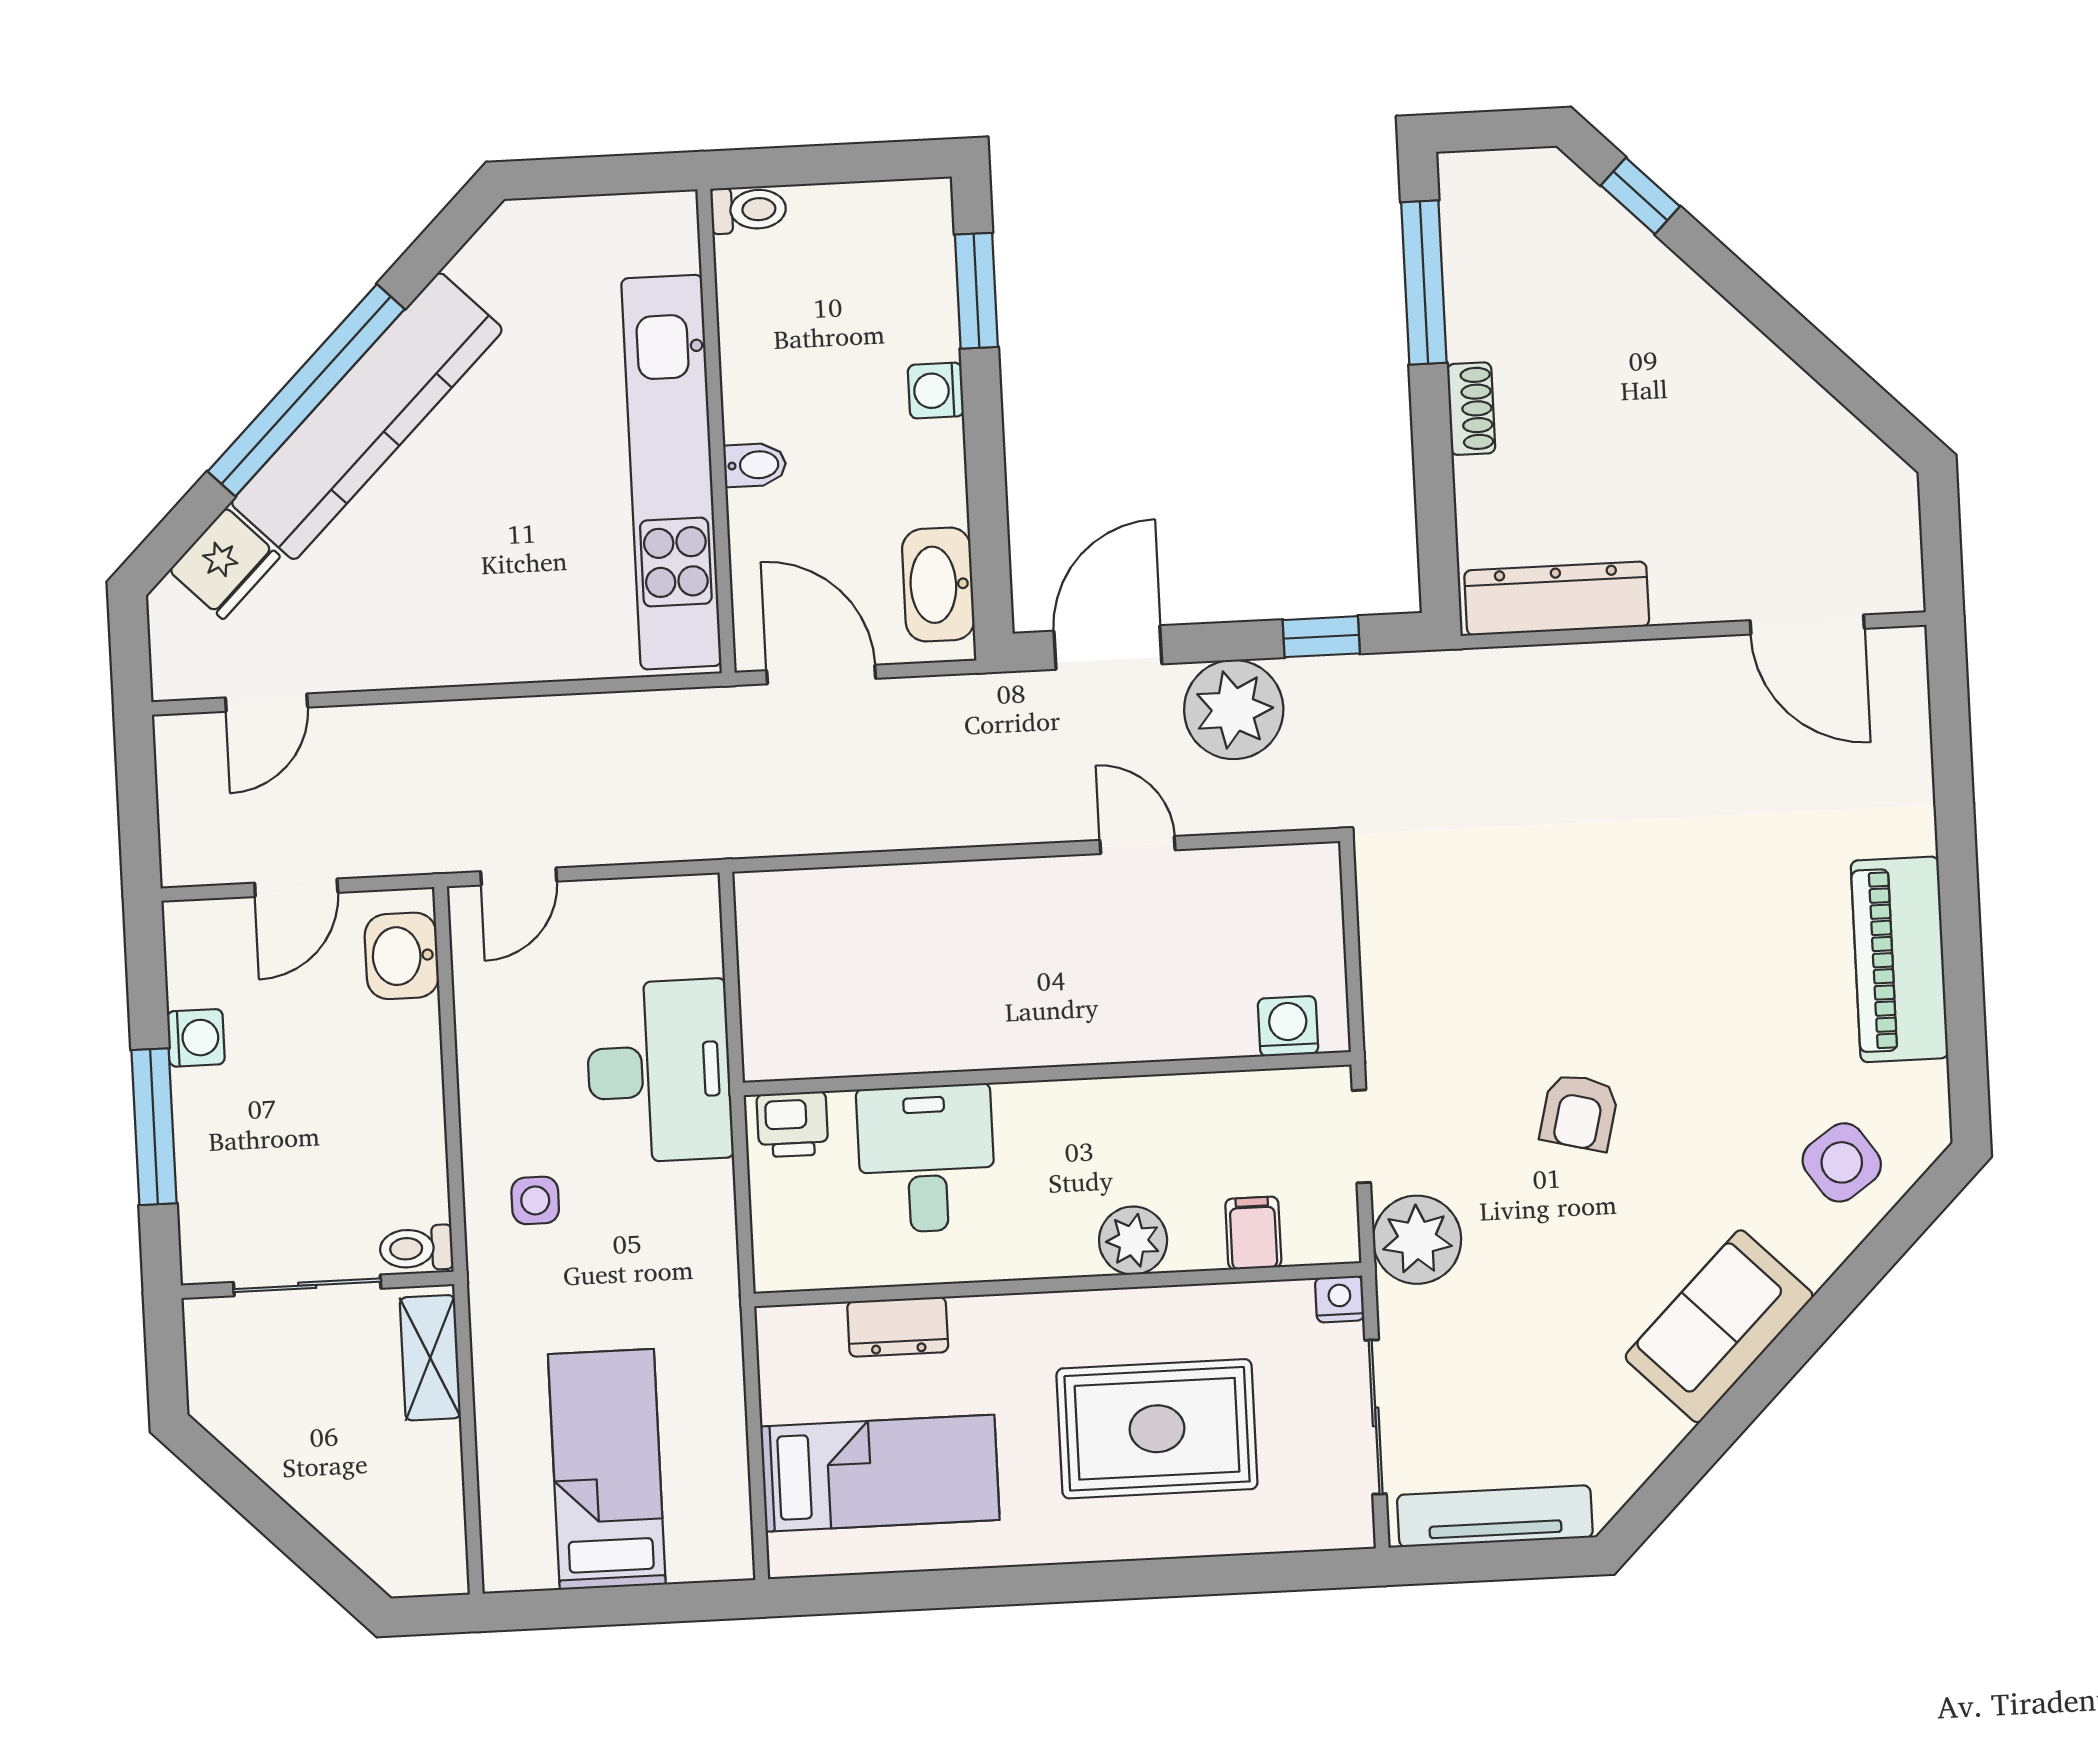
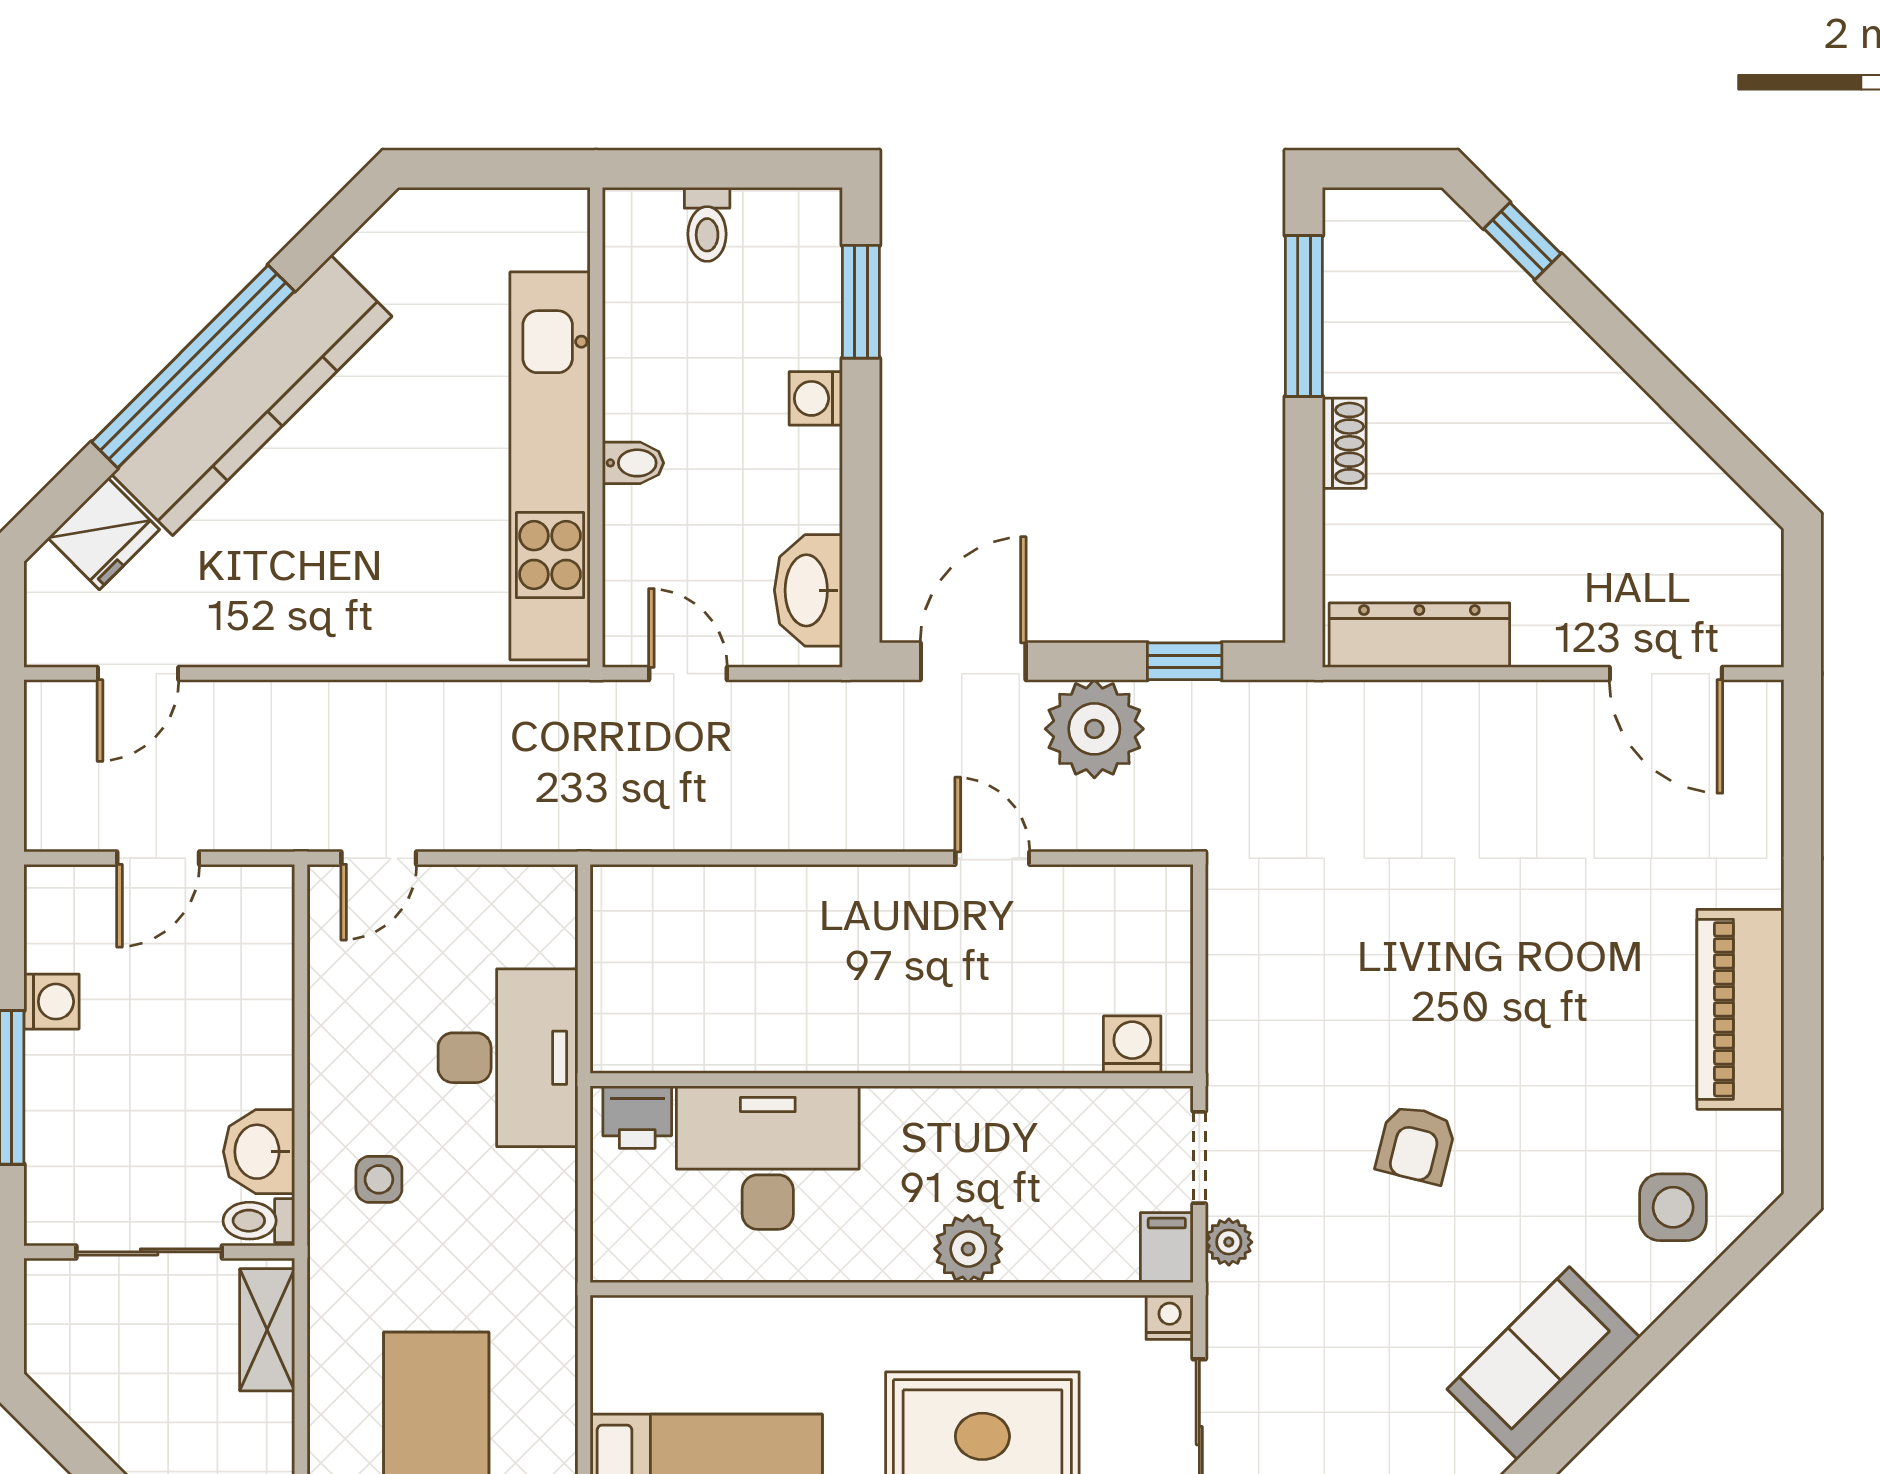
toilet: (748, 210) -> (707, 224), moved, turned 90
door: (821, 674) -> (688, 674), width x0.73
washbasin: (402, 956) -> (259, 1152), moved
desk: (926, 1159) -> (768, 1158), width x1.37
side table: (1842, 1162) -> (1673, 1207), turned 35
filing cabinet: (1253, 1233) -> (1167, 1248), moved
plant: (1417, 1240) -> (1229, 1242), width x0.53, depth x0.53
dresser: (898, 1327) -> (731, 1323), removed

